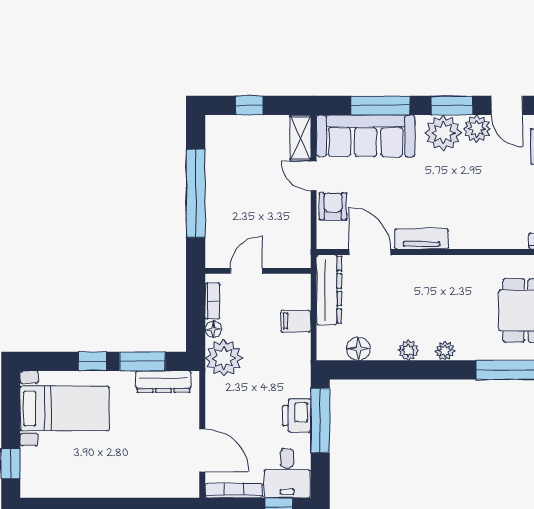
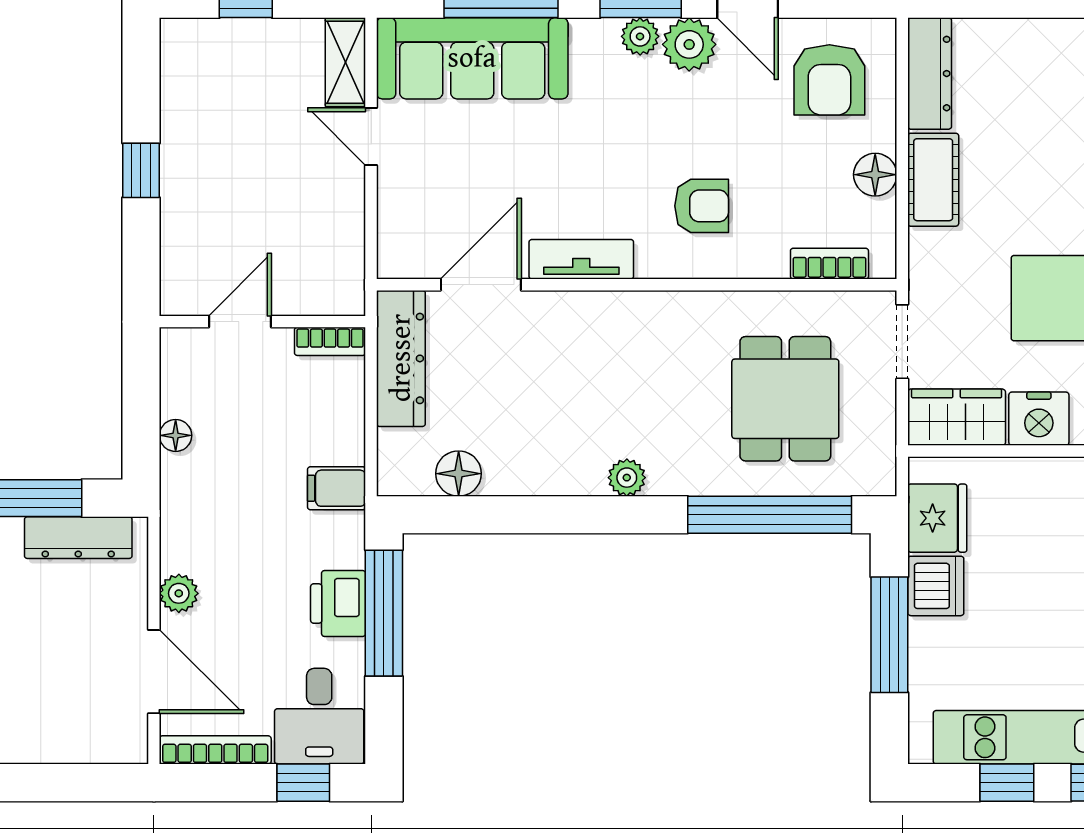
plant: (443, 133) -> (640, 36), width x0.53, depth x0.53
window: (196, 193) -> (141, 170), width x0.32
armchair: (333, 206) -> (702, 206), moved, turned 90
door: (370, 252) -> (481, 285), hinge flipped
bookcase: (212, 301) -> (330, 341), moved, turned 90
filing cabinet: (296, 321) -> (337, 488), moved
plant: (408, 350) -> (556, 477), removed
plant: (224, 358) -> (179, 593), moved, width x0.53, depth x0.53

